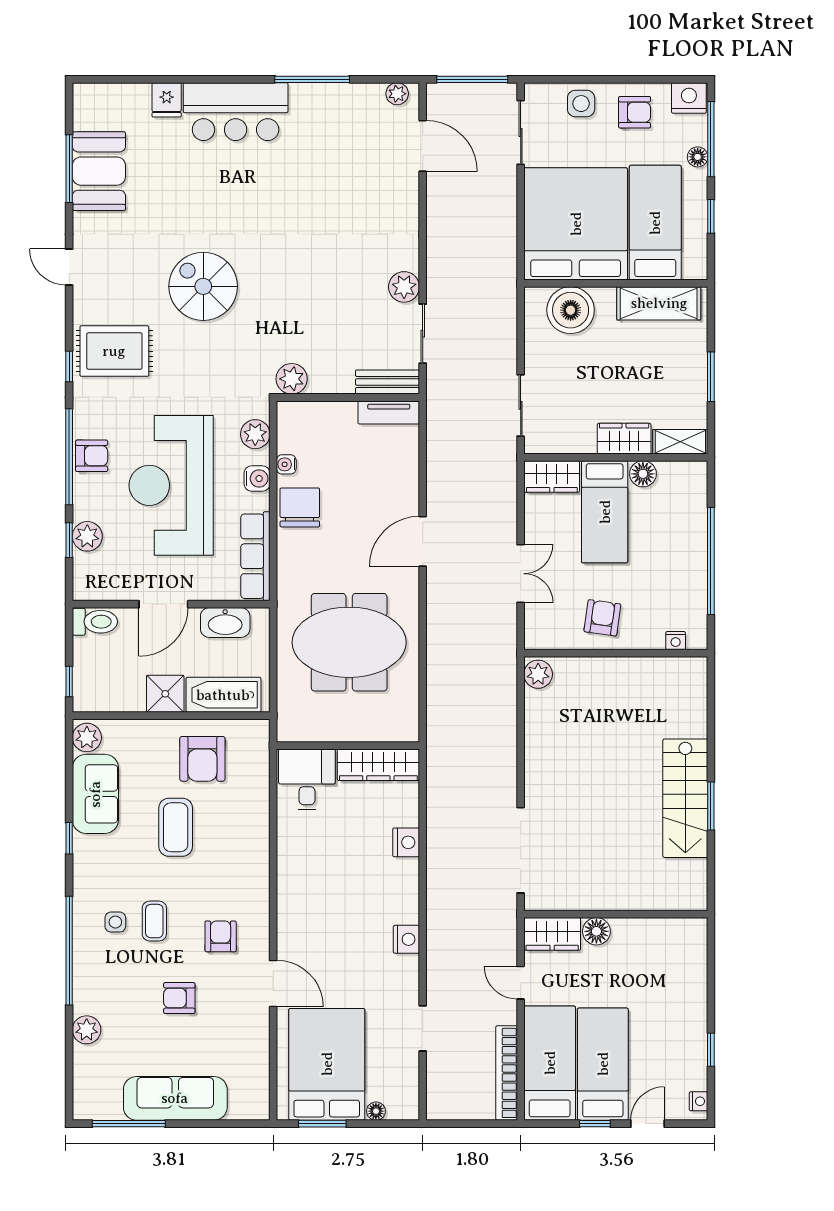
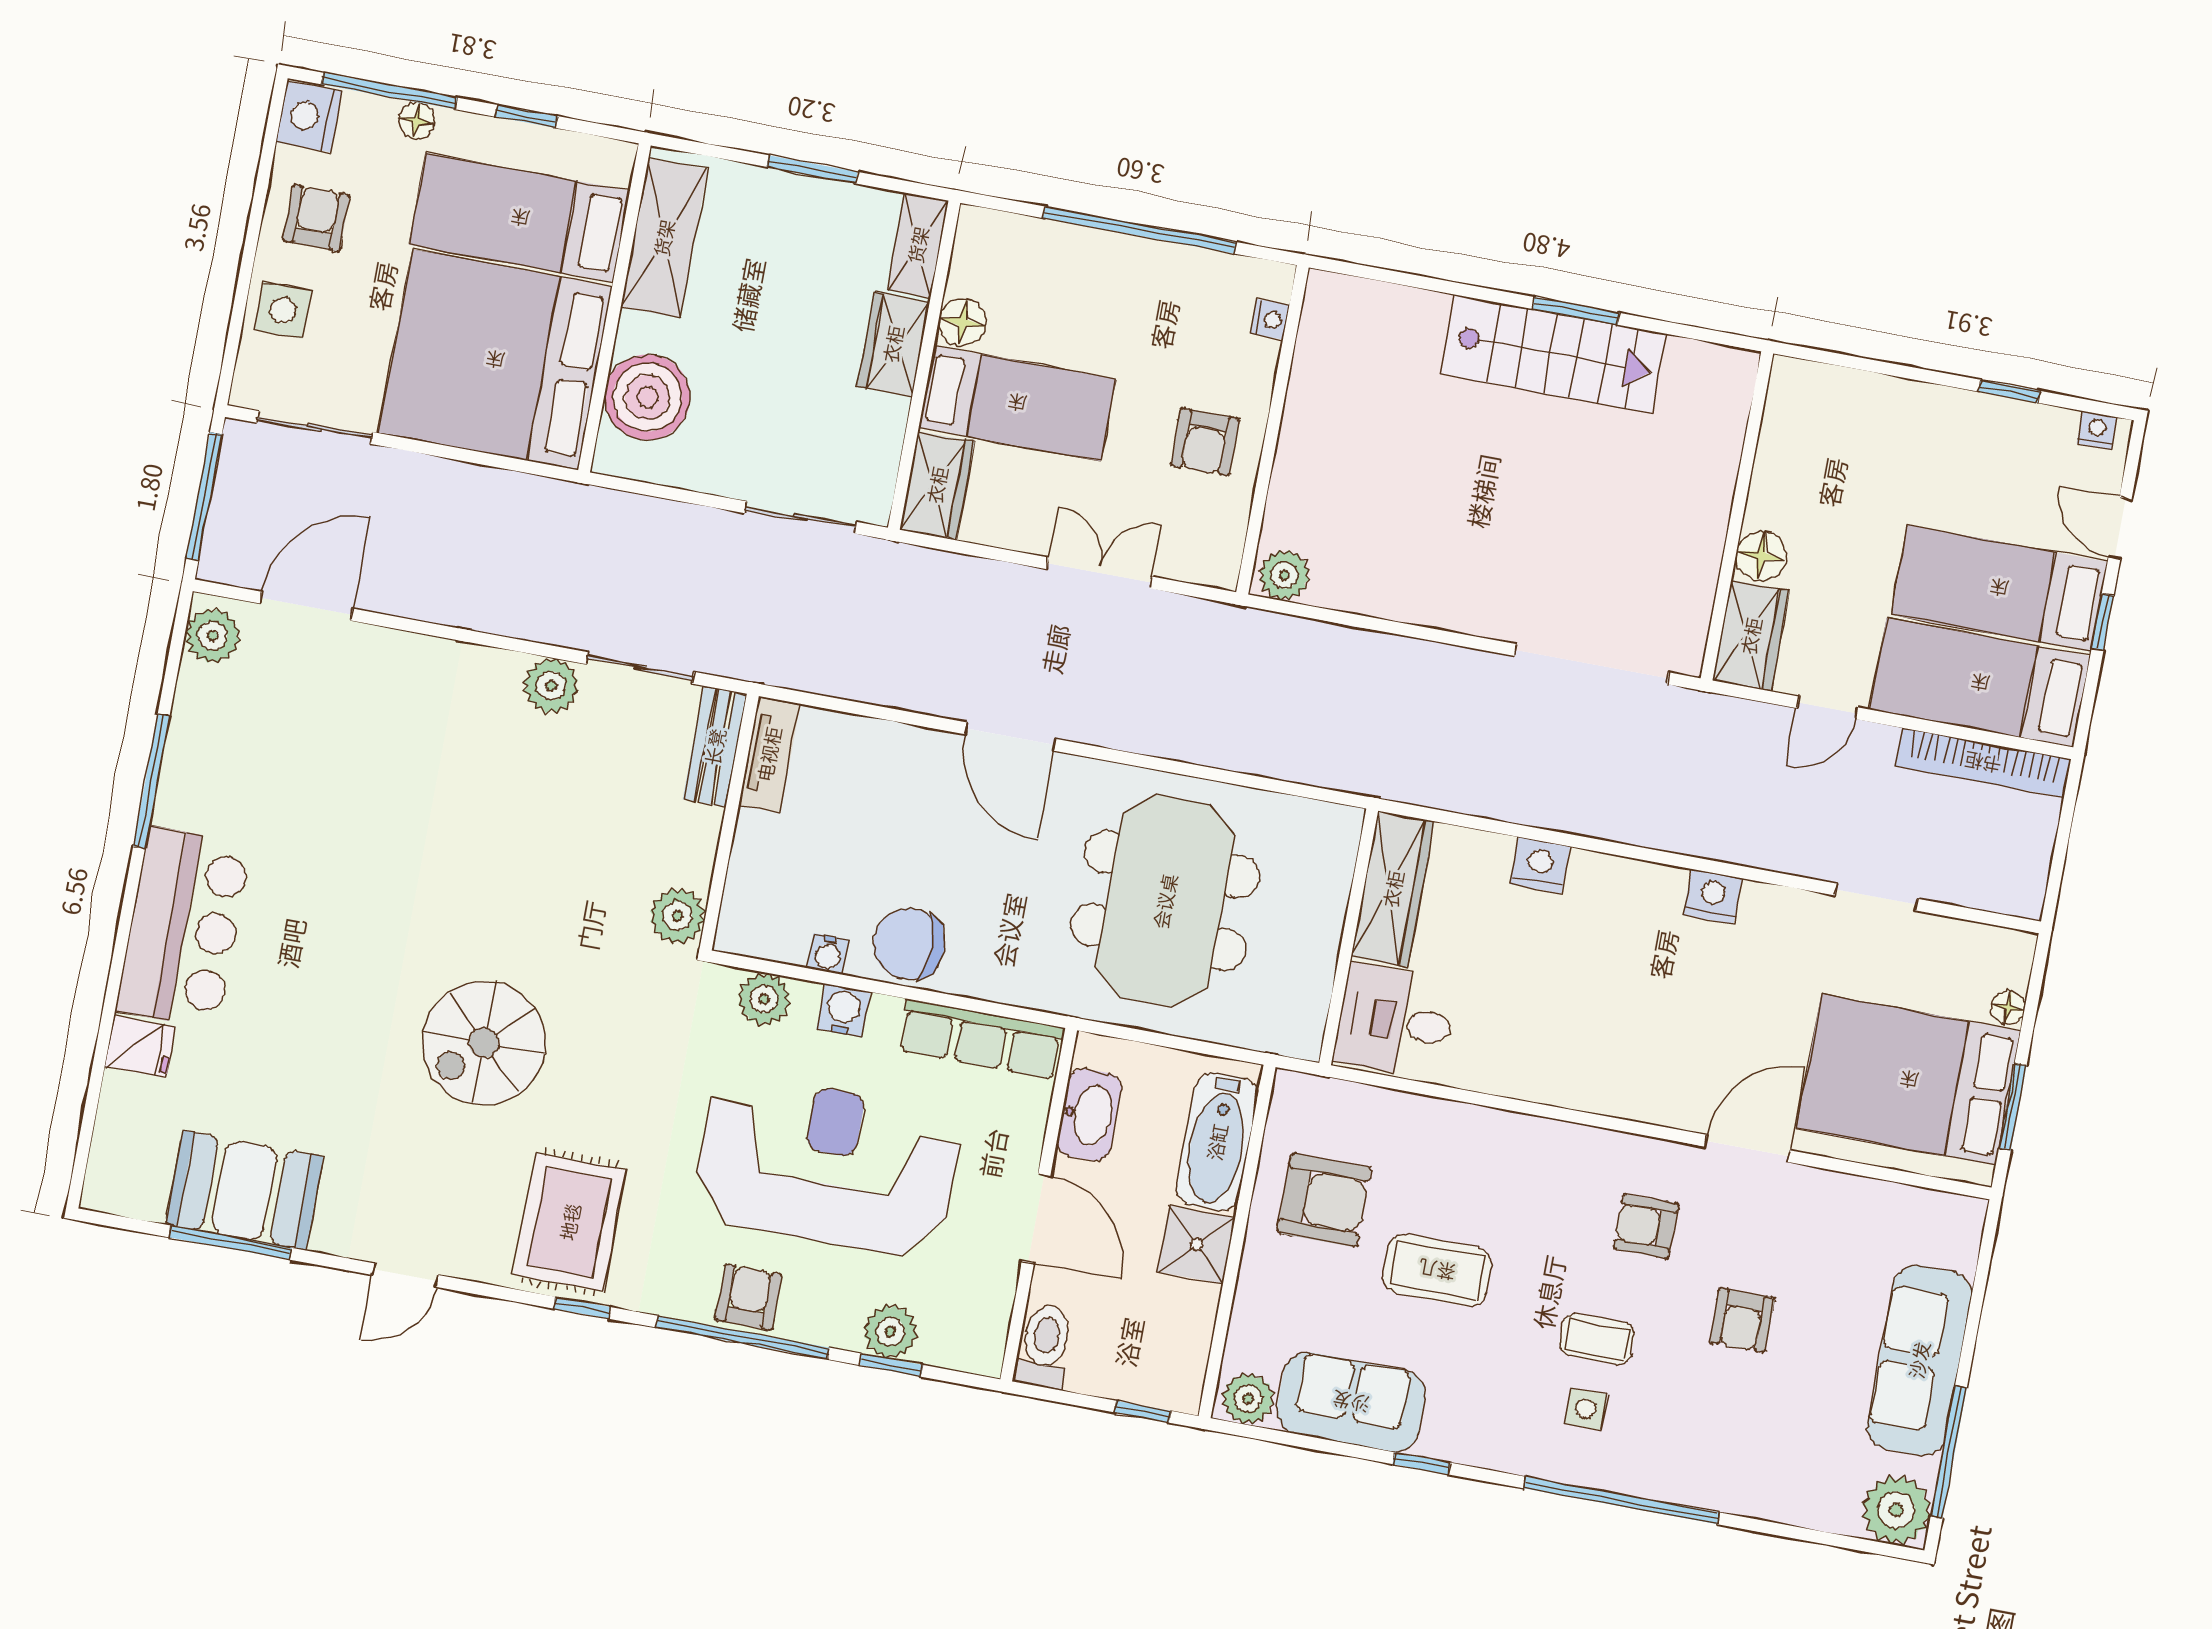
plant: (397, 94) -> (212, 636), width x1.38, depth x1.38
reception desk: (171, 485) -> (827, 1166), turned 180
armchair: (602, 618) -> (1205, 442), turned -98
plant: (87, 1030) -> (1896, 1510), moved, width x1.36, depth x1.36

